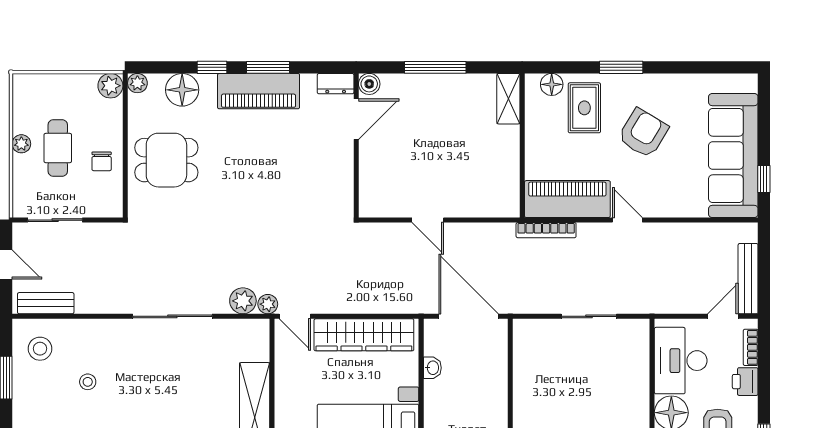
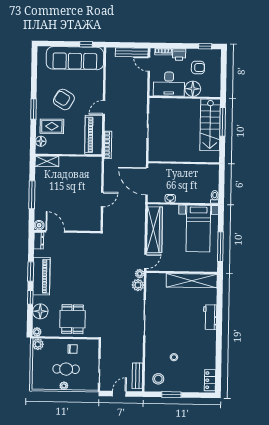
door: (469, 316) -> (147, 181), hinge flipped

